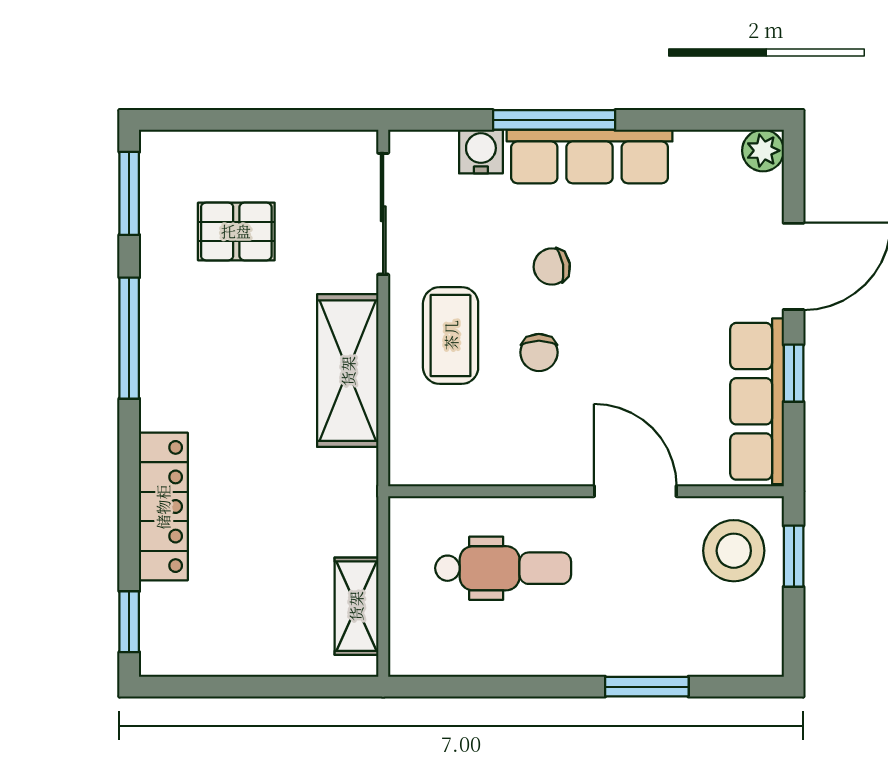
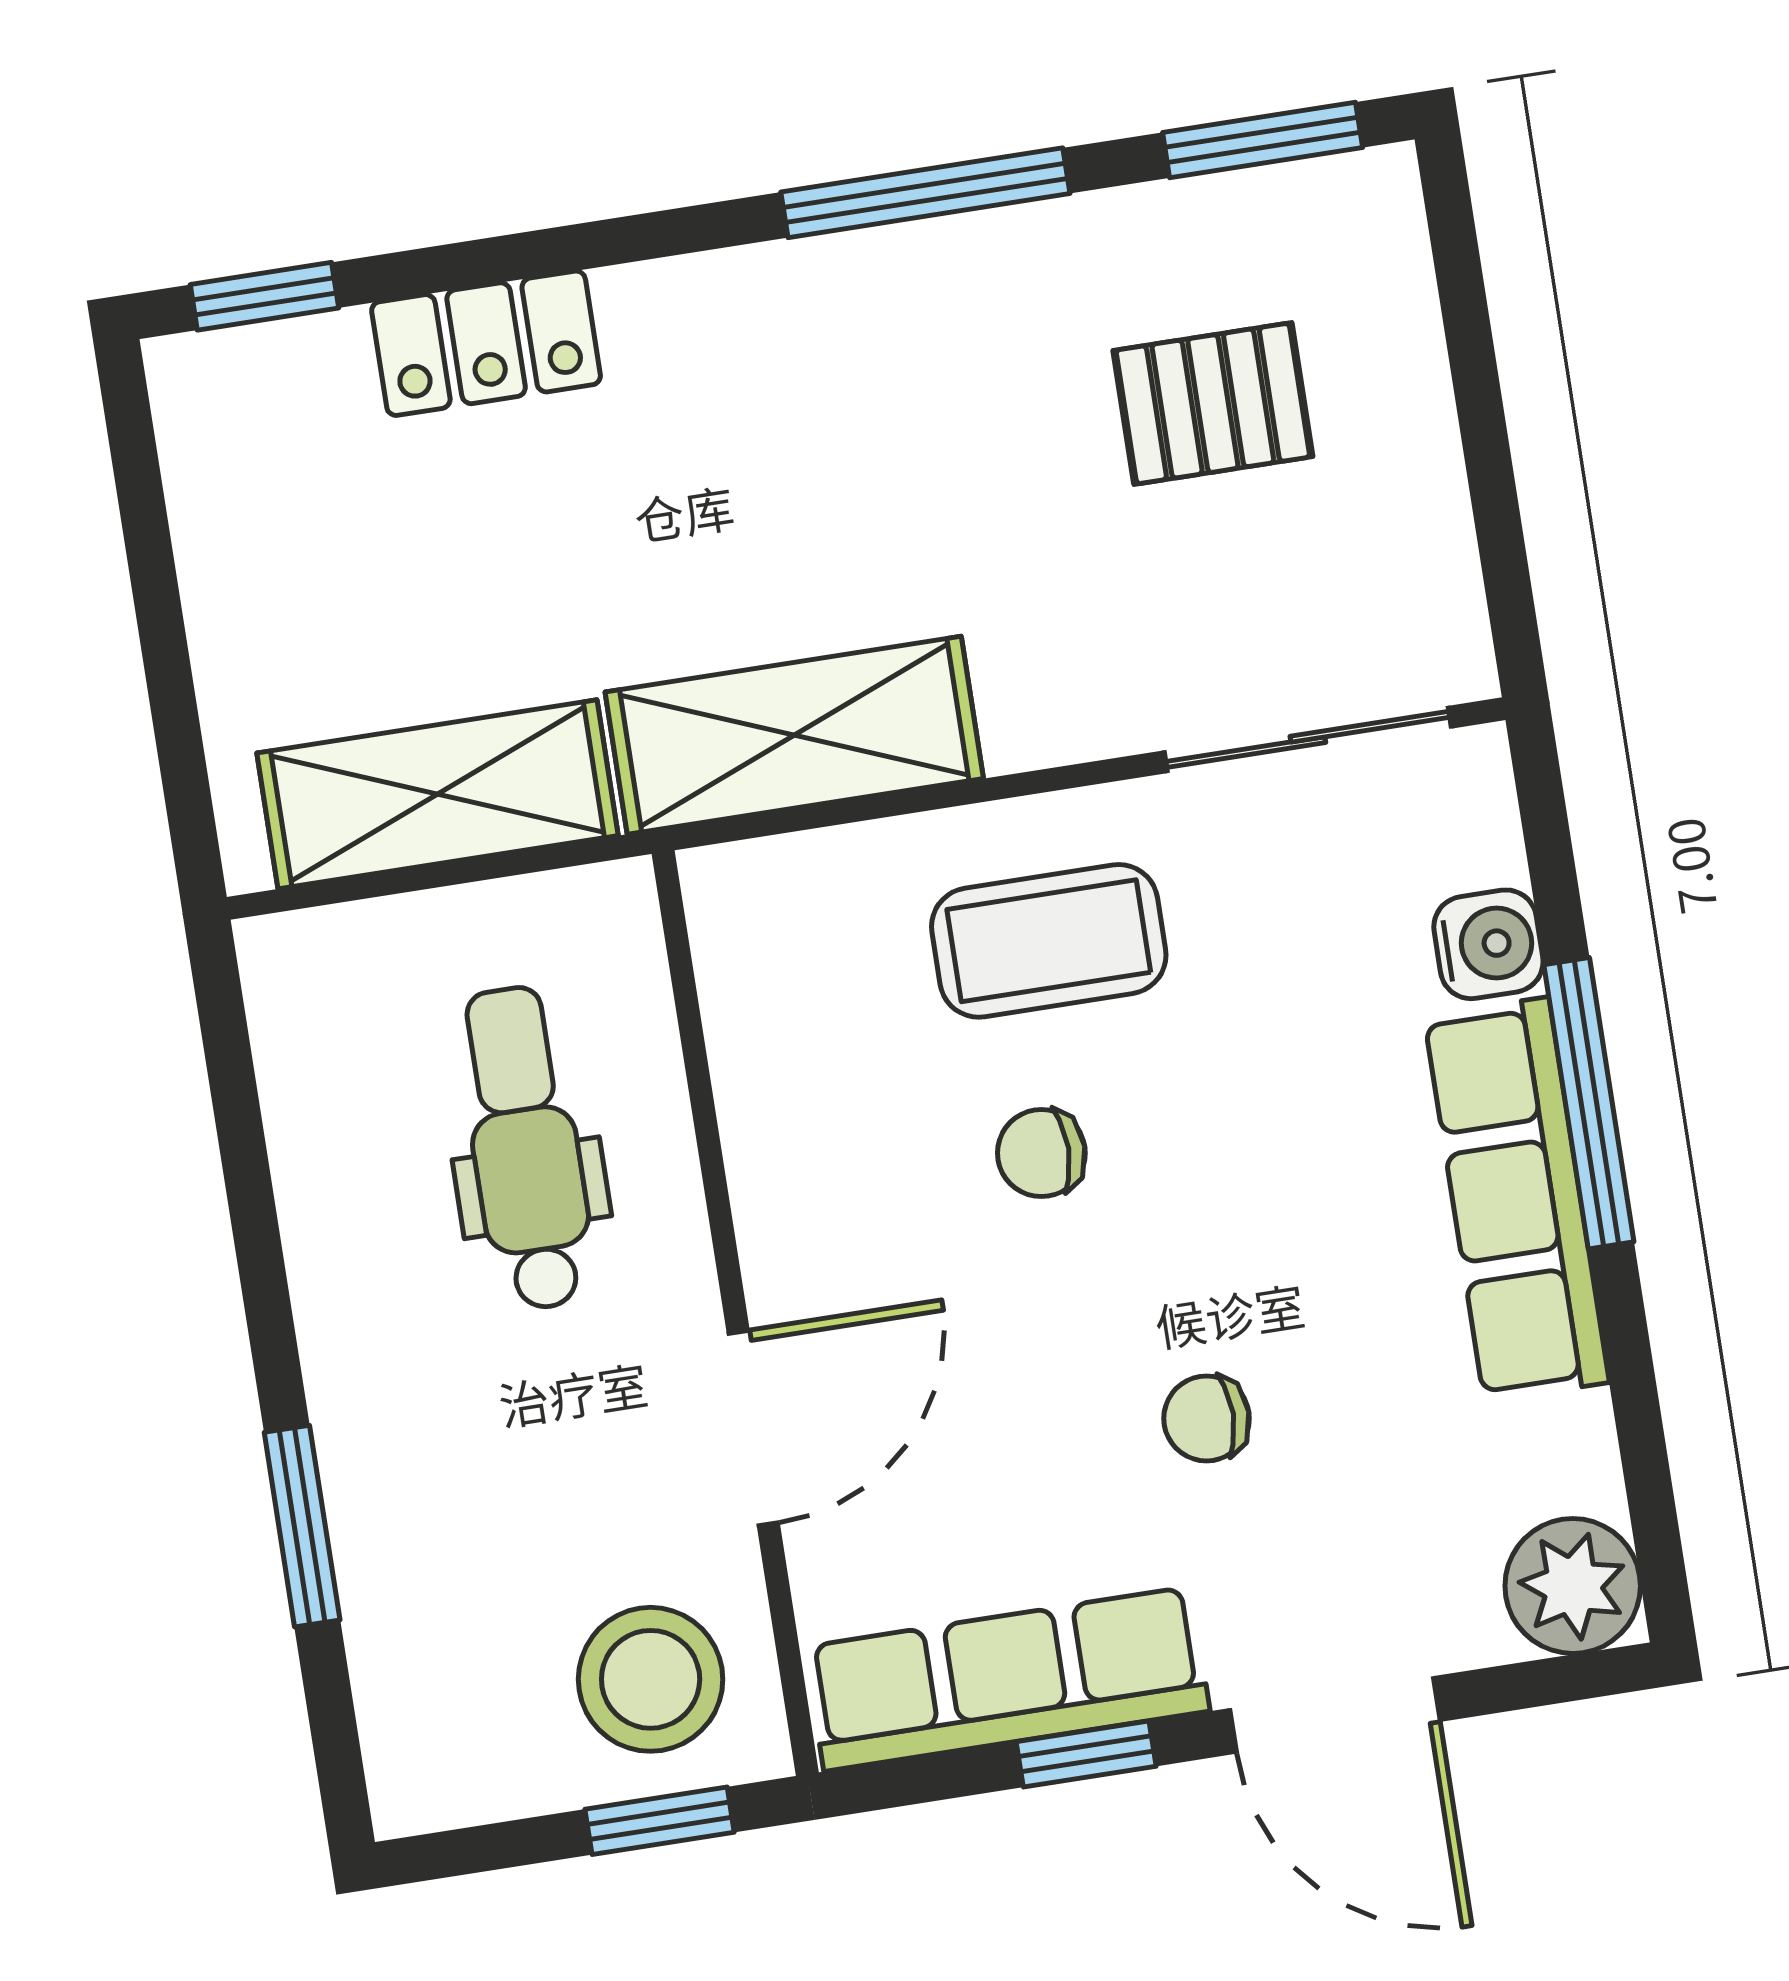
plant: (763, 151) -> (1573, 1586), width x1.38, depth x1.38
pallet: (236, 231) -> (1213, 404), turned 90
chair: (552, 267) -> (1207, 1418), moved, turned -80
shelving: (348, 371) -> (794, 735), moved
locker: (163, 507) -> (486, 343), width x0.66
dental chair: (503, 568) -> (526, 1148), turned 180
shelving: (356, 606) -> (438, 794), width x1.50, depth x1.33

